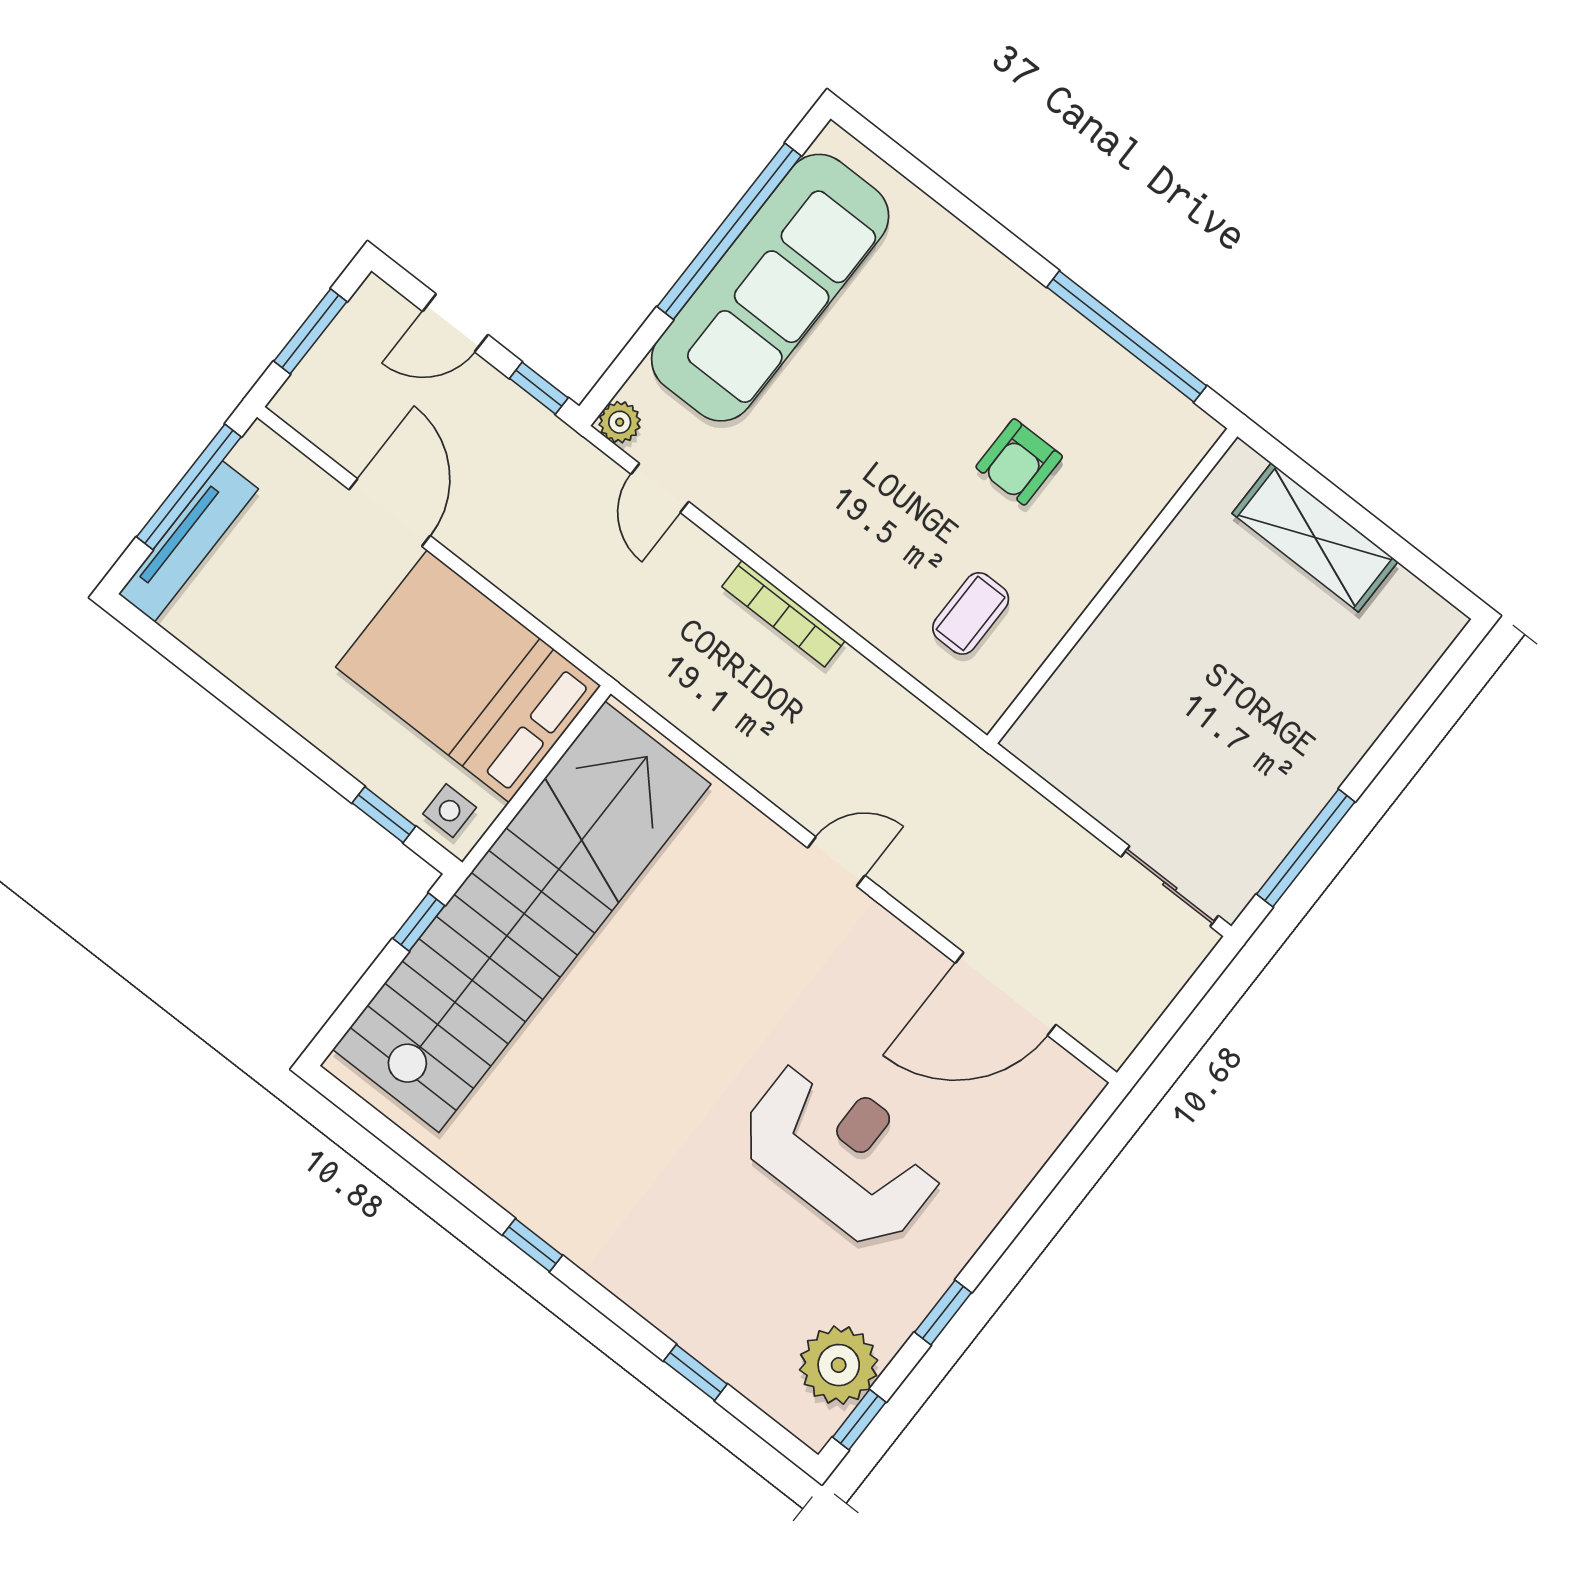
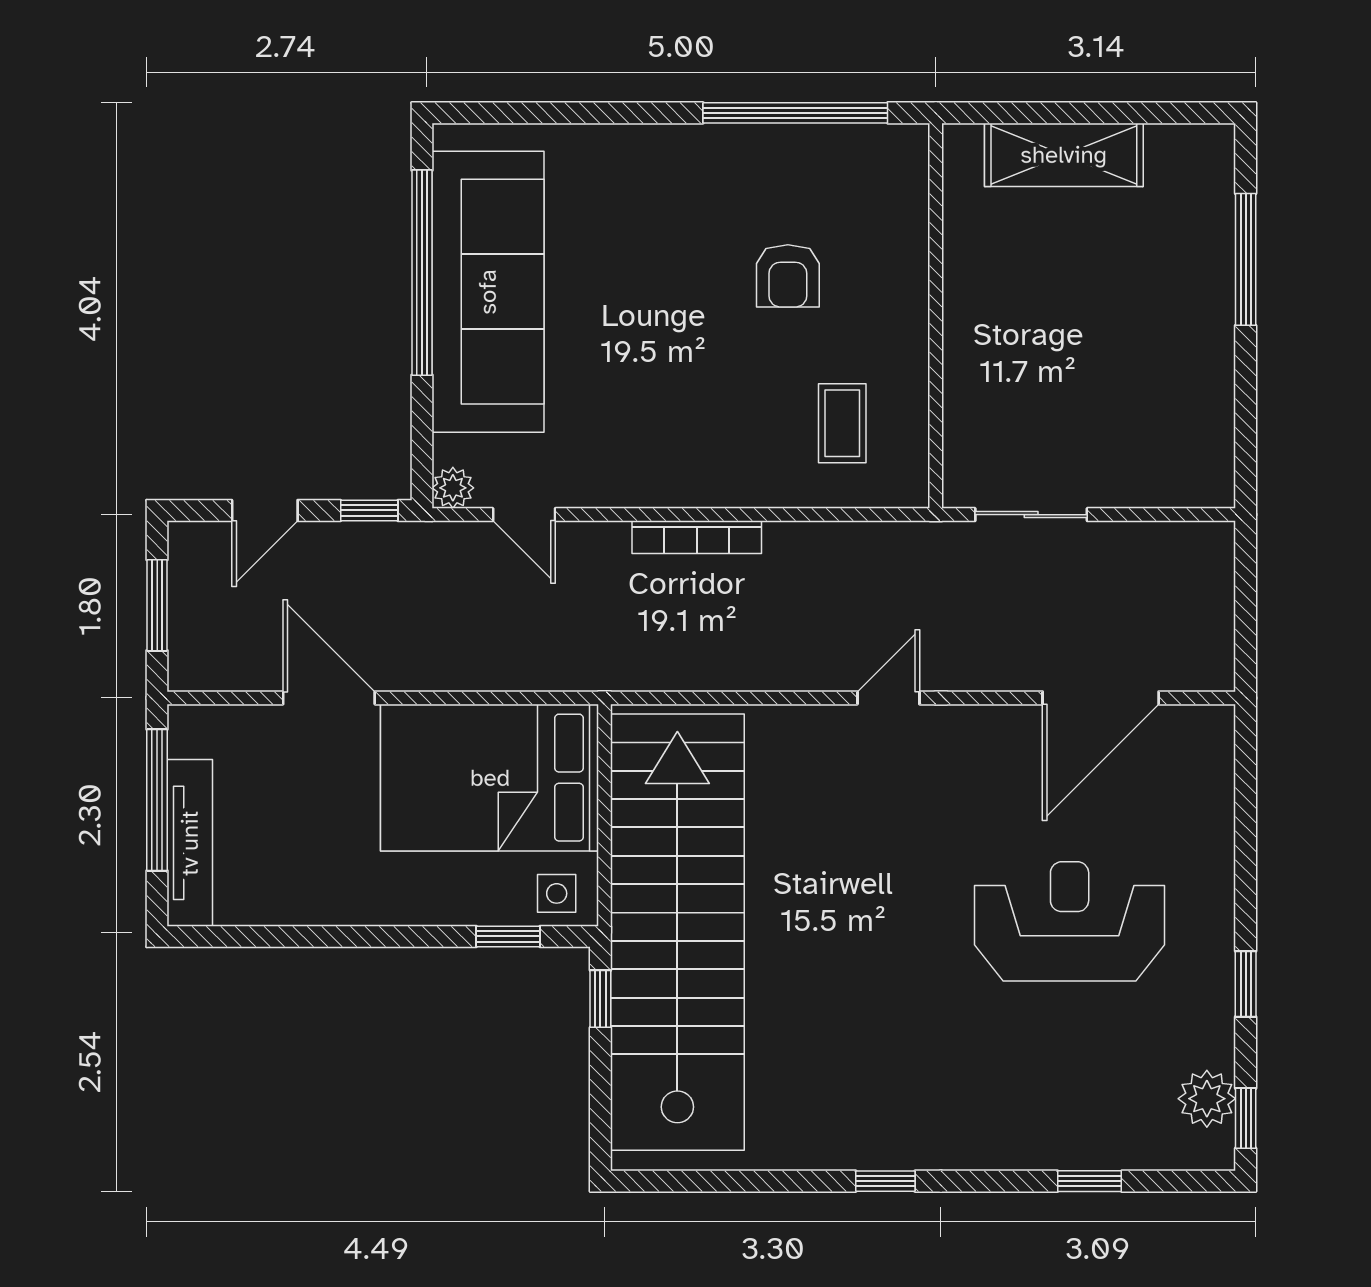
window: (1306, 848) -> (1246, 259), moved
sliding door: (1170, 886) -> (1031, 515), moved
plant: (839, 1365) -> (1207, 1099), width x0.73, depth x0.73

